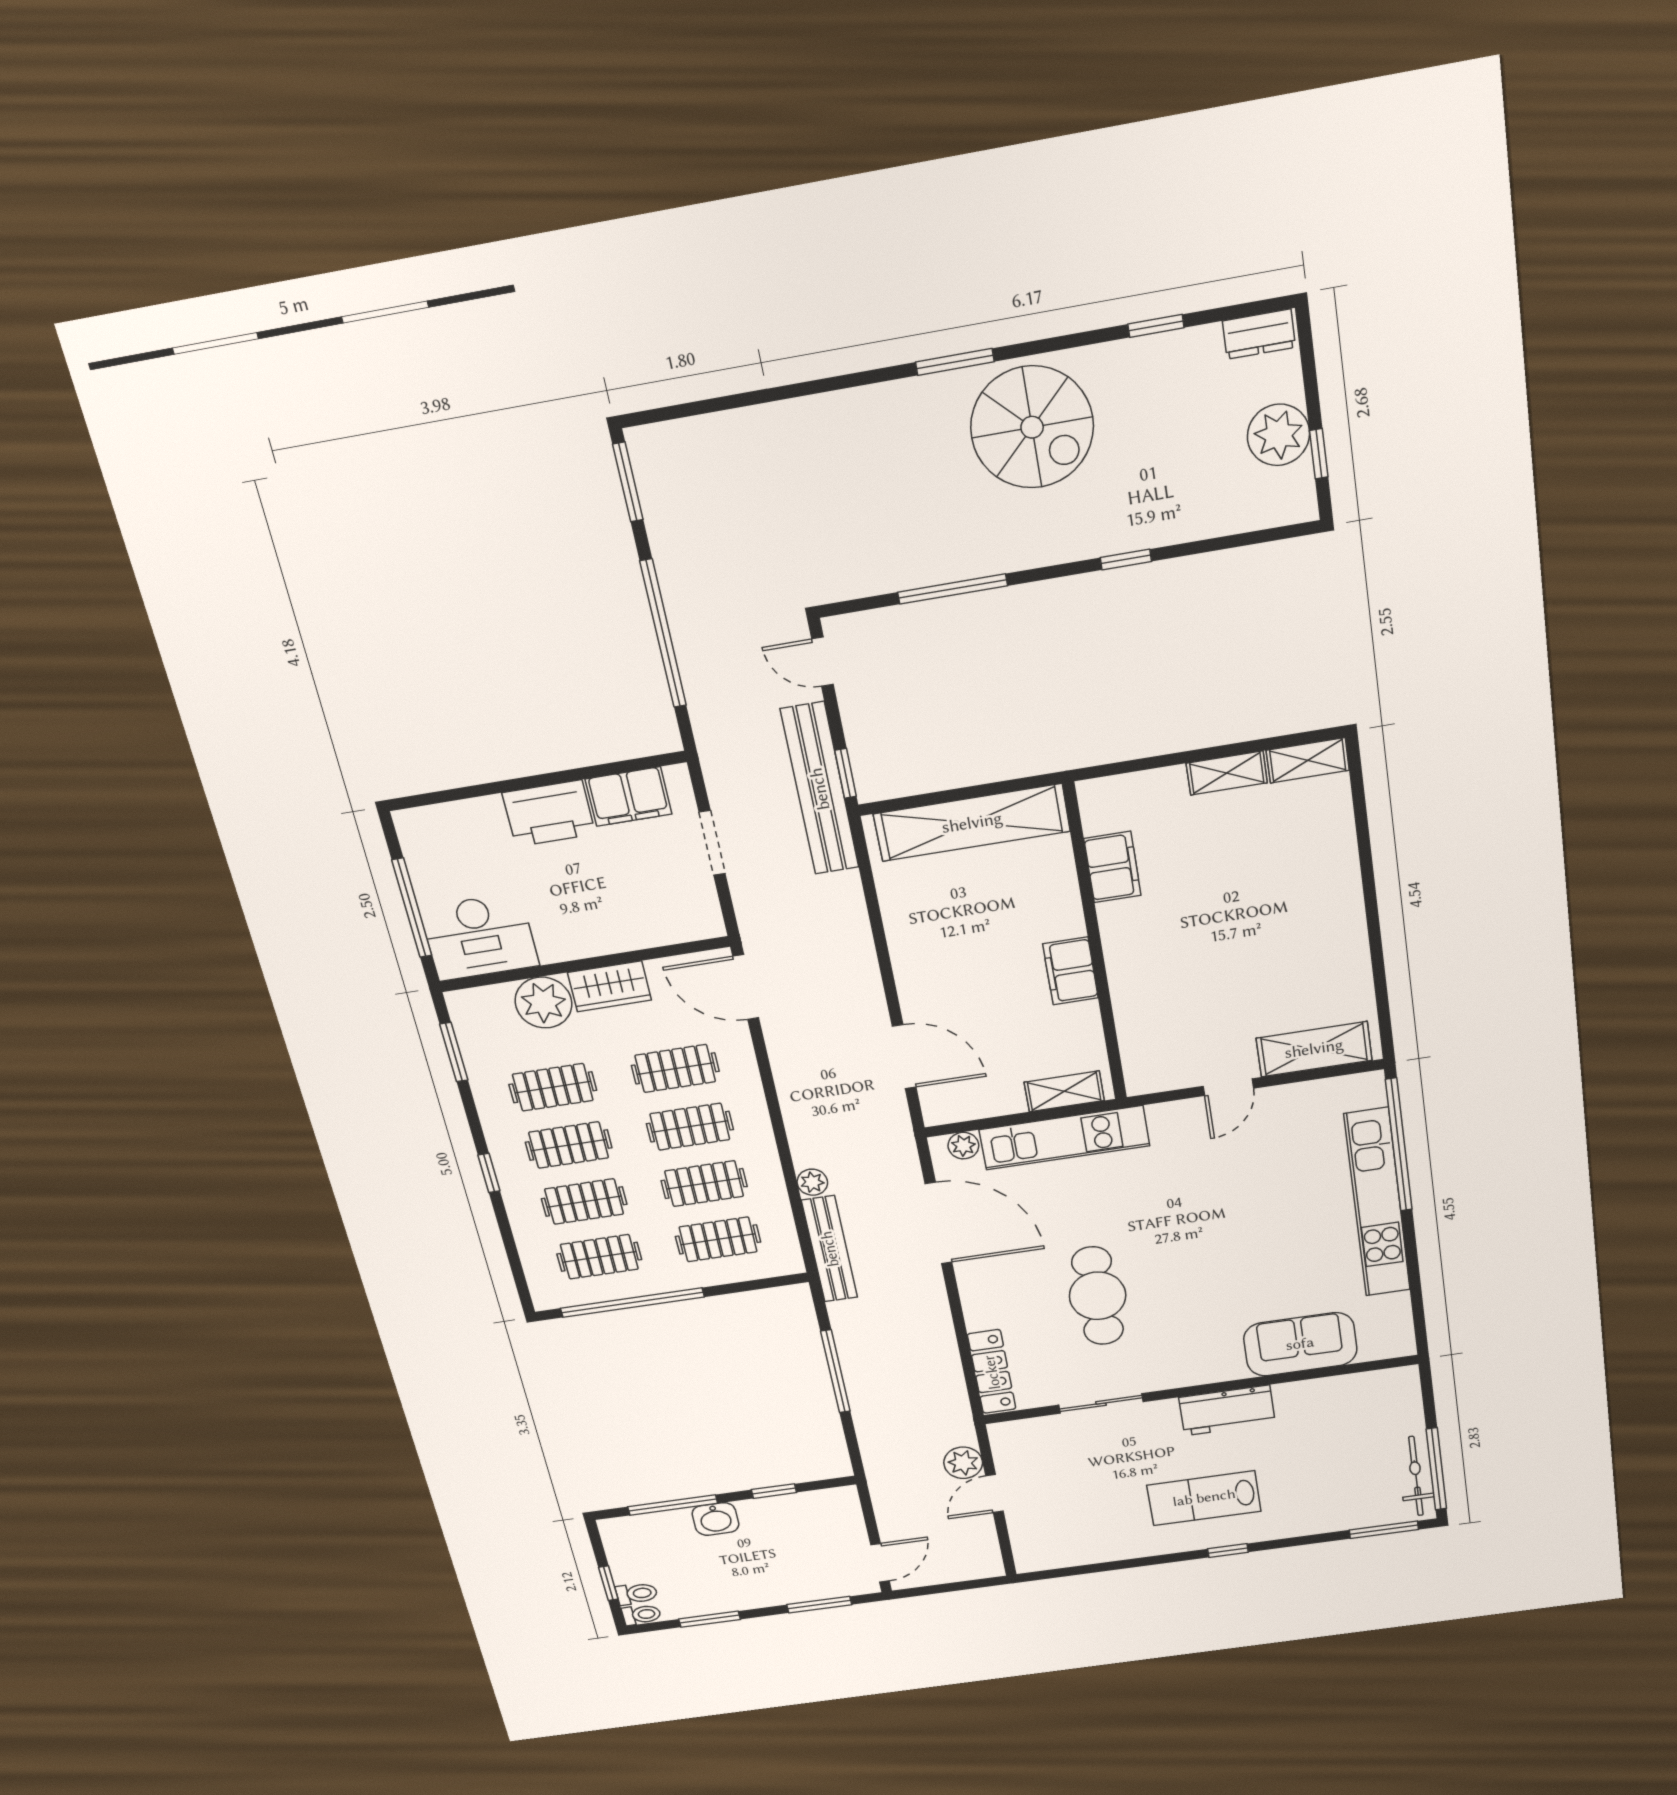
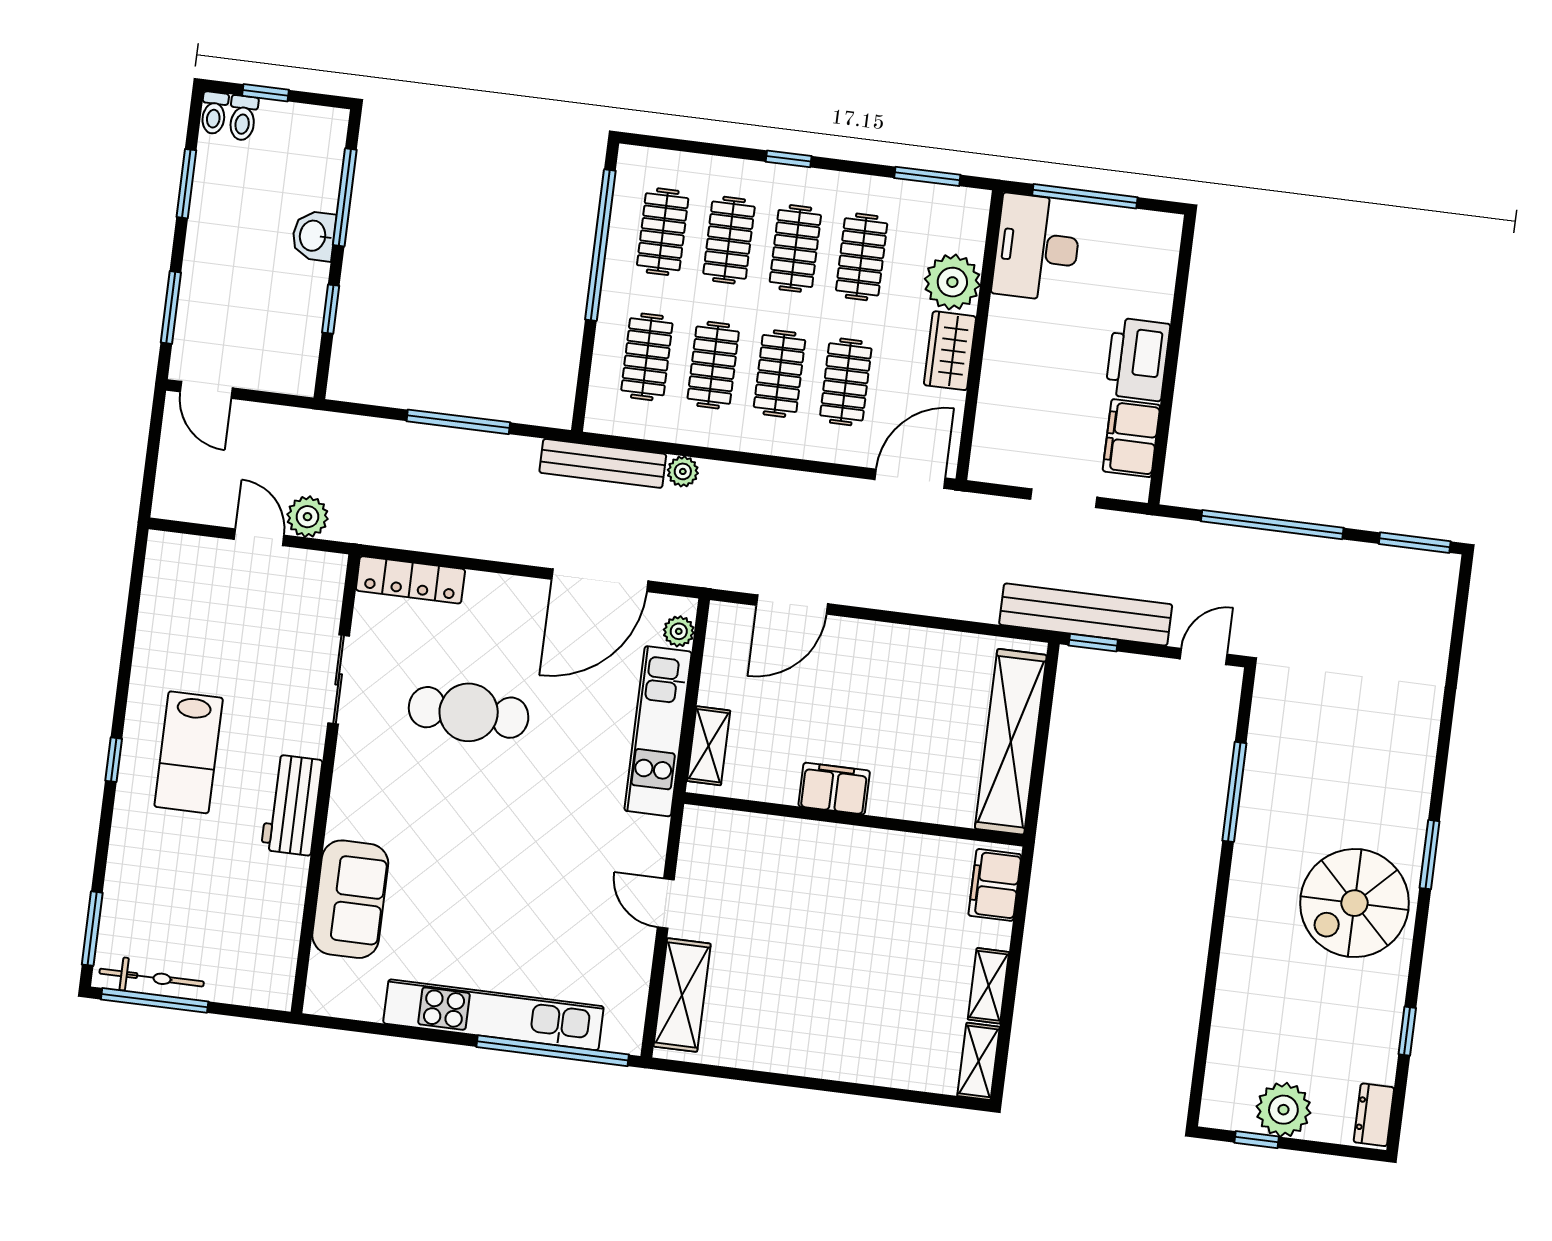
window: (1126, 559) -> (1214, 950), removed
filing cabinet: (1112, 867) -> (995, 885), moved, turned 90
lab bench: (1204, 1498) -> (189, 752), turned 180

